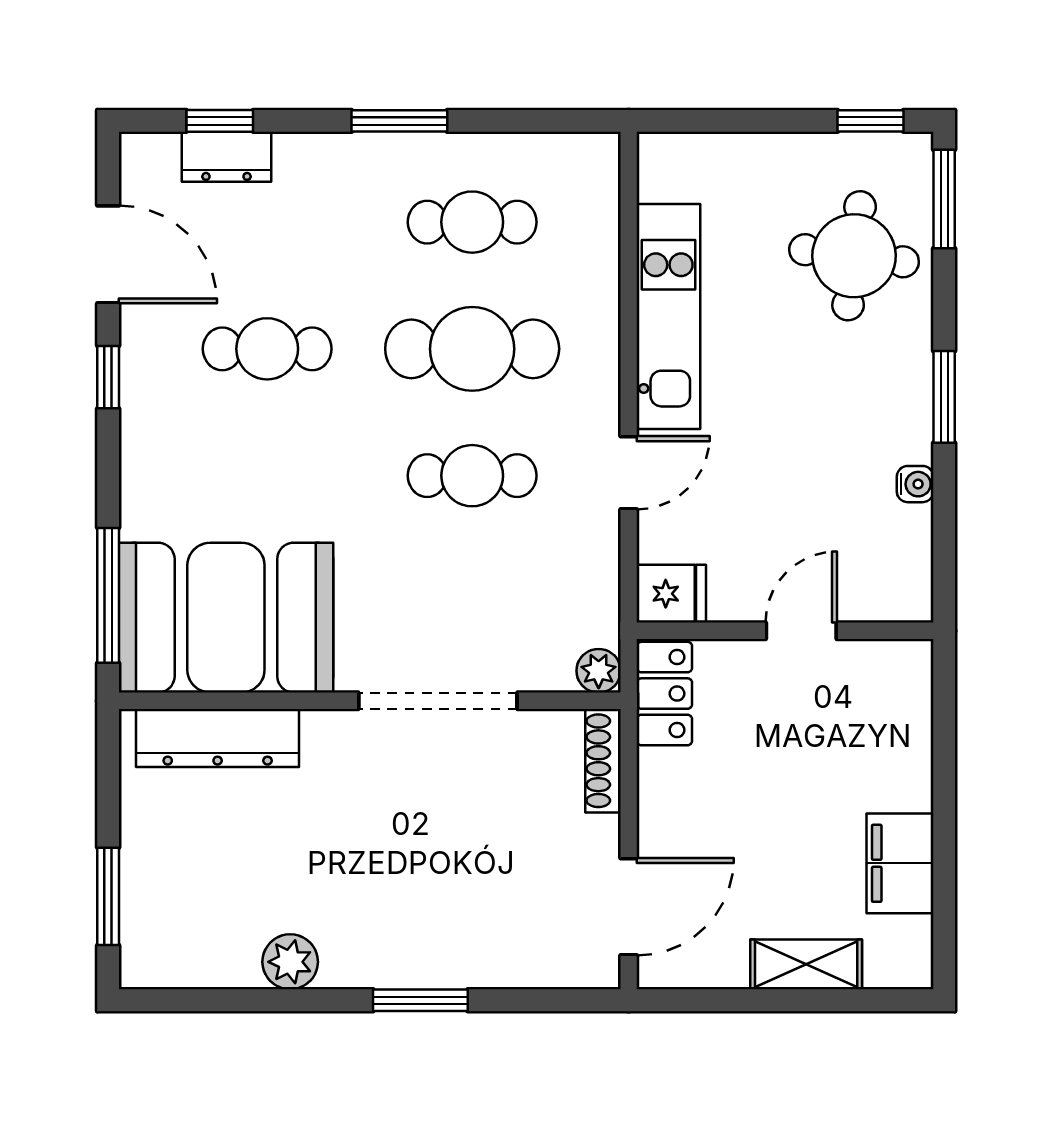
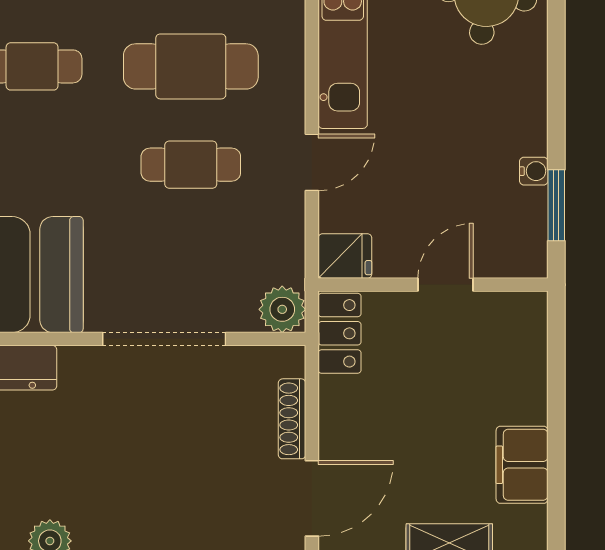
window: (944, 397) -> (556, 205), moved
plant: (599, 671) -> (282, 309), width x1.38, depth x1.38
shoe rack: (603, 761) -> (292, 419), moved

